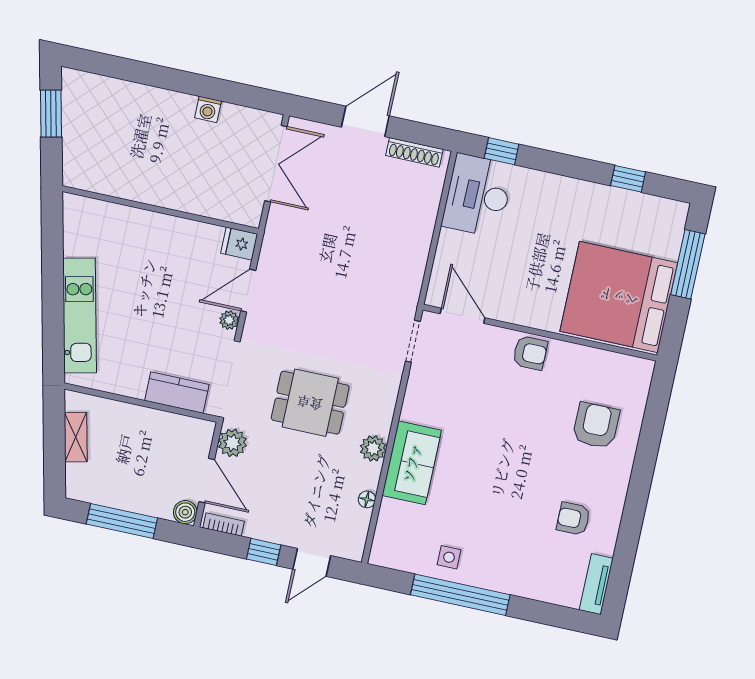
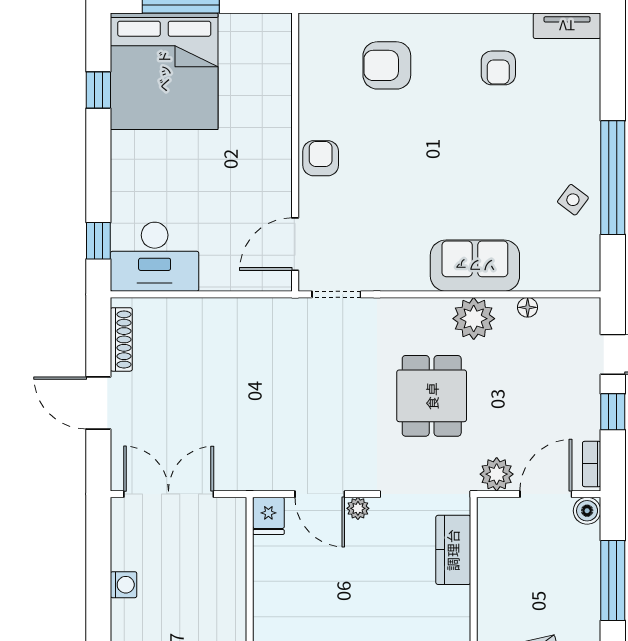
bed: (619, 297) -> (164, 71), moved
plant: (373, 448) -> (474, 319), width x1.36, depth x1.36
side table: (449, 557) -> (573, 200), turned 37

